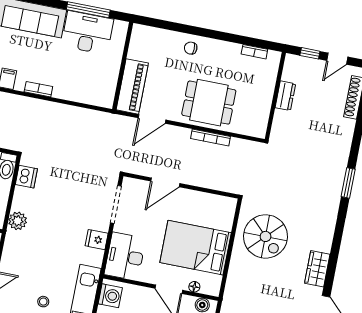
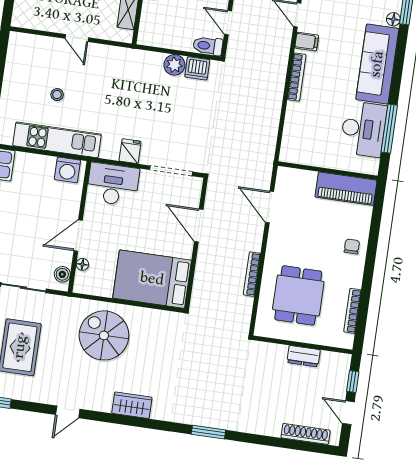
bookcase: (254, 52) -> (352, 311), width x1.56
piano: (132, 86) -> (346, 189), moved
bookcase: (38, 89) -> (297, 77), width x1.56
dining table: (209, 103) -> (298, 295), moved
plant: (18, 221) -> (174, 65), moved
spiral stairs: (266, 236) -> (104, 335), moved, turned 90
bed: (196, 248) -> (152, 279), moved, turned -90
wardrobe: (317, 269) -> (132, 405), moved

